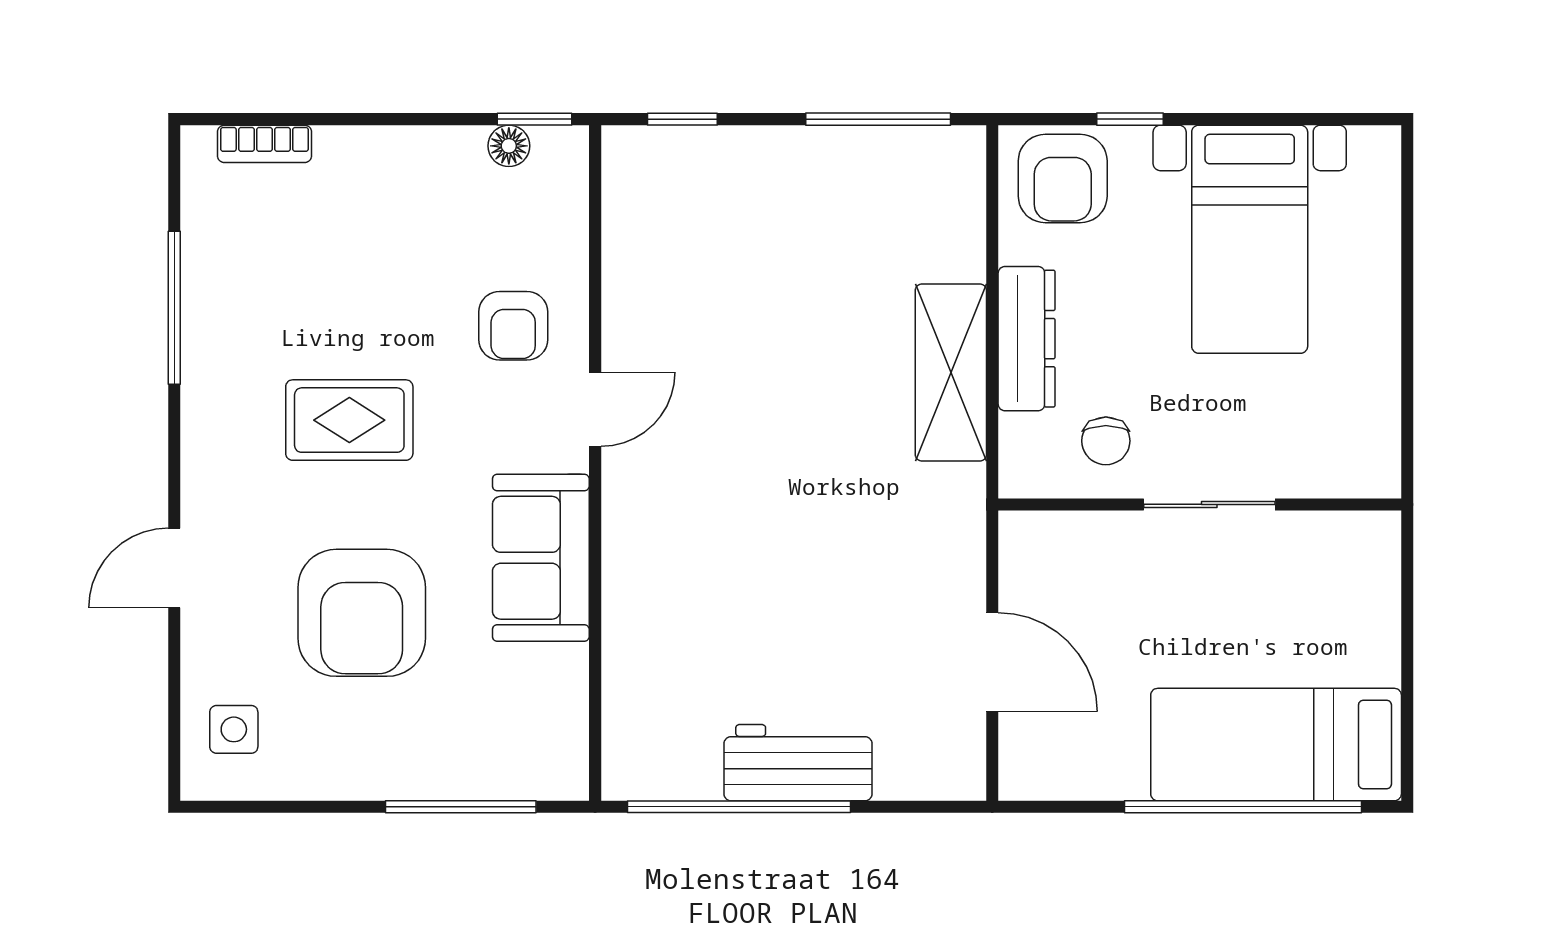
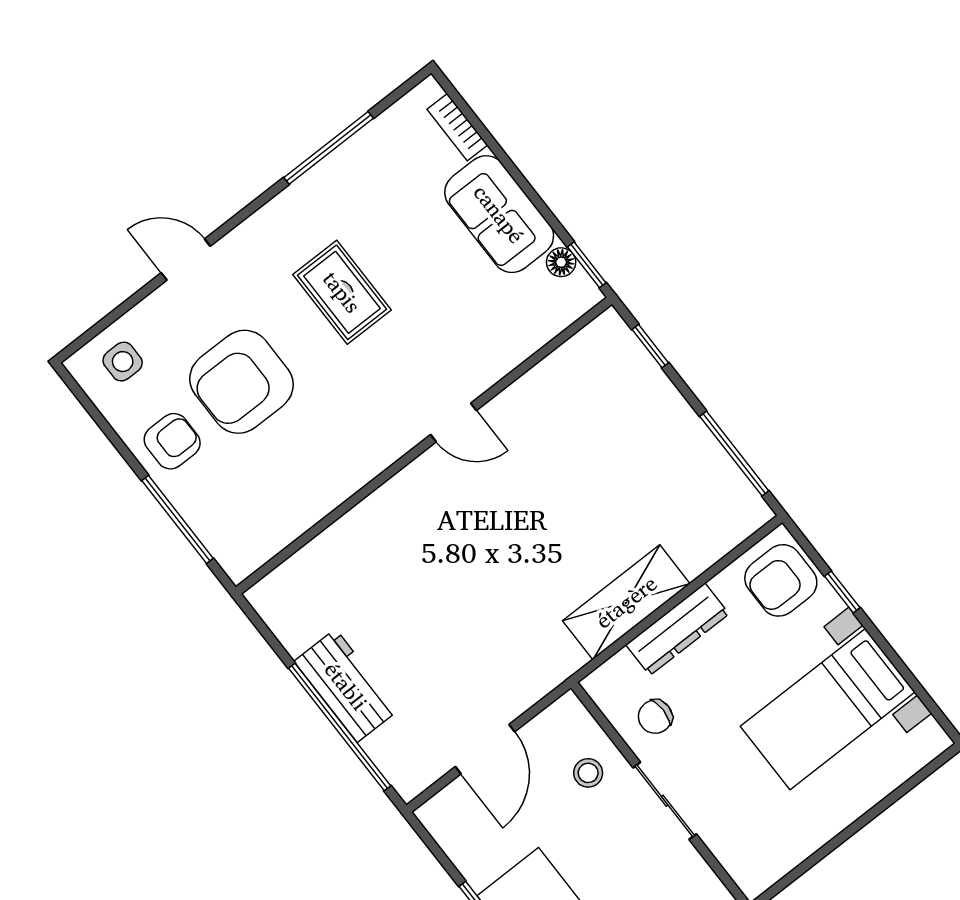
armchair: (513, 326) -> (172, 441), moved, turned 180
sofa: (541, 558) -> (499, 214), moved, turned -90
stool: (1110, 566) -> (588, 773), added
window: (739, 807) -> (340, 727), moved

